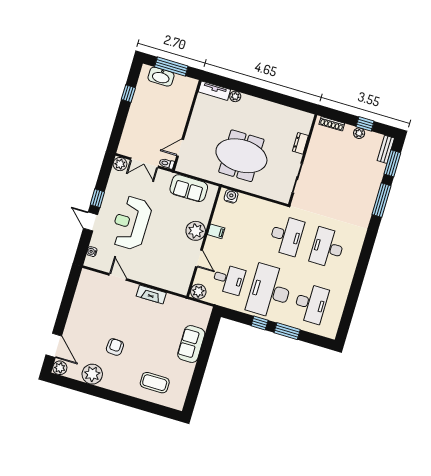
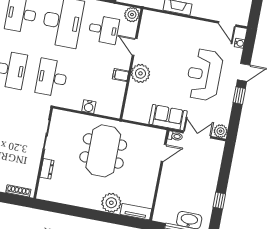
plant: (235, 96) -> (111, 203), width x1.87, depth x1.87
meeting table: (241, 156) -> (103, 151), turned 90
sofa: (189, 188) -> (168, 117), moved
water cooler: (231, 196) -> (89, 107), moved
door: (91, 221) -> (244, 72), hinge flipped
reception desk: (131, 223) -> (204, 75), turned 180
door: (118, 277) -> (227, 24), moved
desk: (229, 279) -> (104, 30), turned 180

